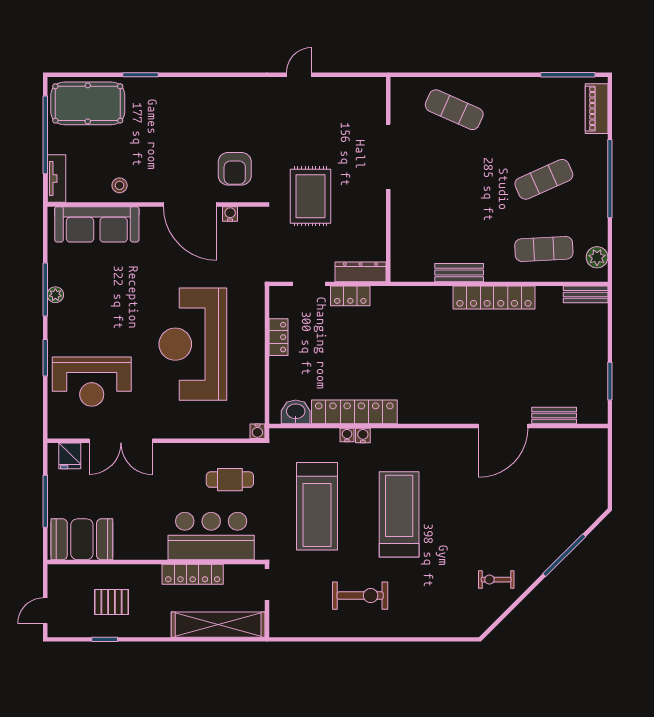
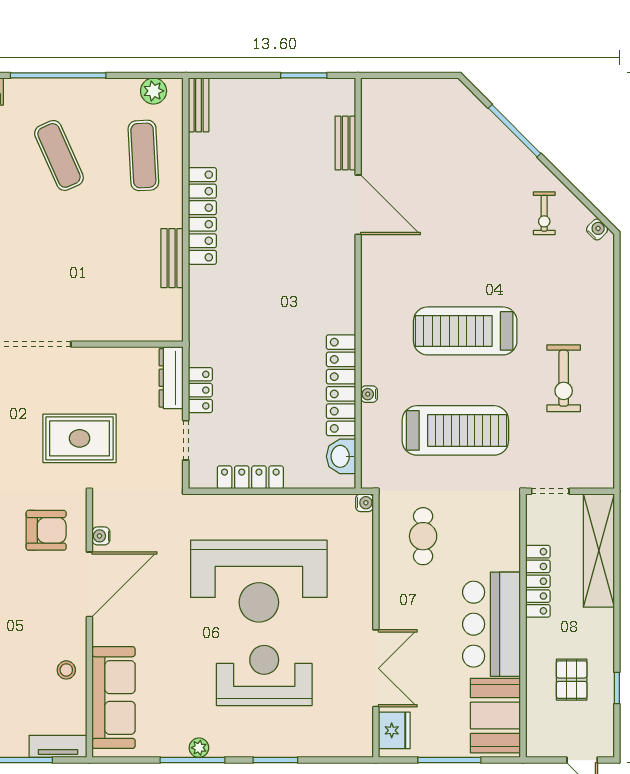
locker: (278, 337) -> (250, 477), width x1.53
reception desk: (92, 382) -> (264, 676), moved, turned -90
water cooler: (363, 436) -> (597, 229), moved, turned 135
fridge: (70, 456) -> (394, 730), width x1.38
bar counter: (211, 536) -> (491, 624), moved
exercise bike: (360, 596) -> (564, 378), turned 180

